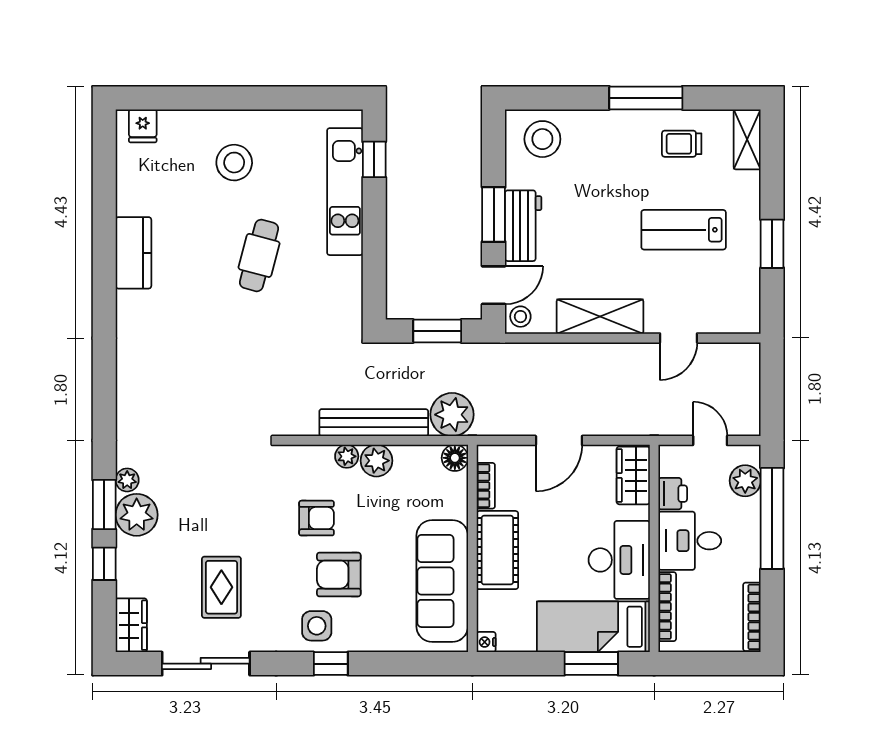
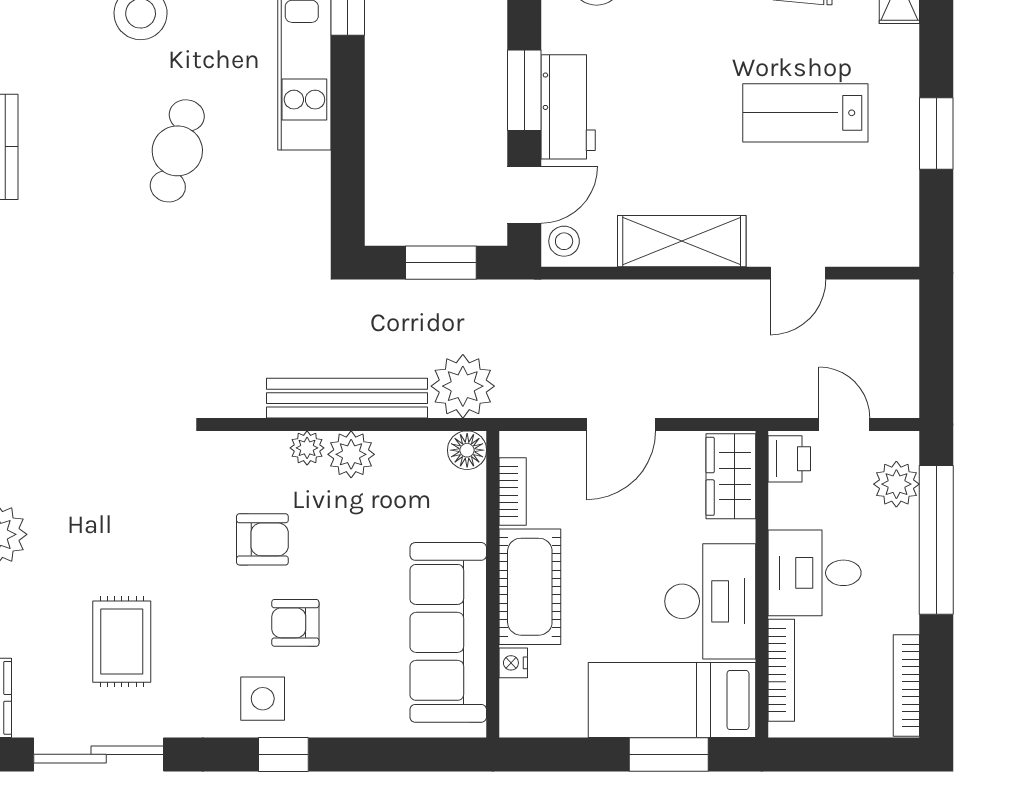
printer: (673, 494) -> (789, 459), moved
armchair: (339, 575) -> (295, 623), width x0.72, depth x0.72
nightstand: (486, 642) -> (513, 663), moved

